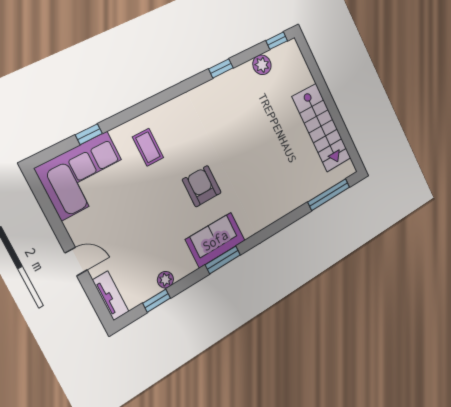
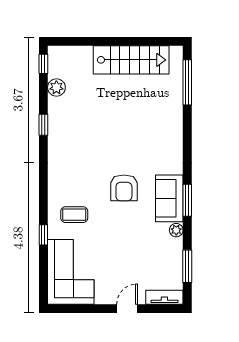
window: (89, 134) -> (43, 235), moved
armchair: (202, 186) -> (124, 188), turned -90
plant: (165, 280) -> (176, 230), moved
window: (157, 301) -> (187, 266), width x1.50

